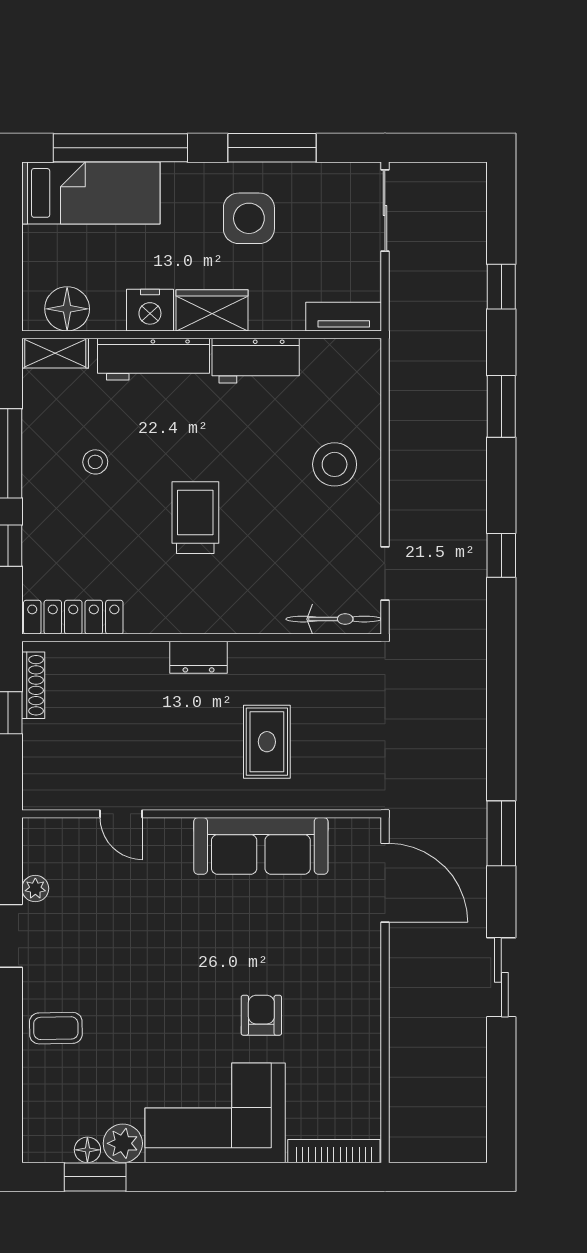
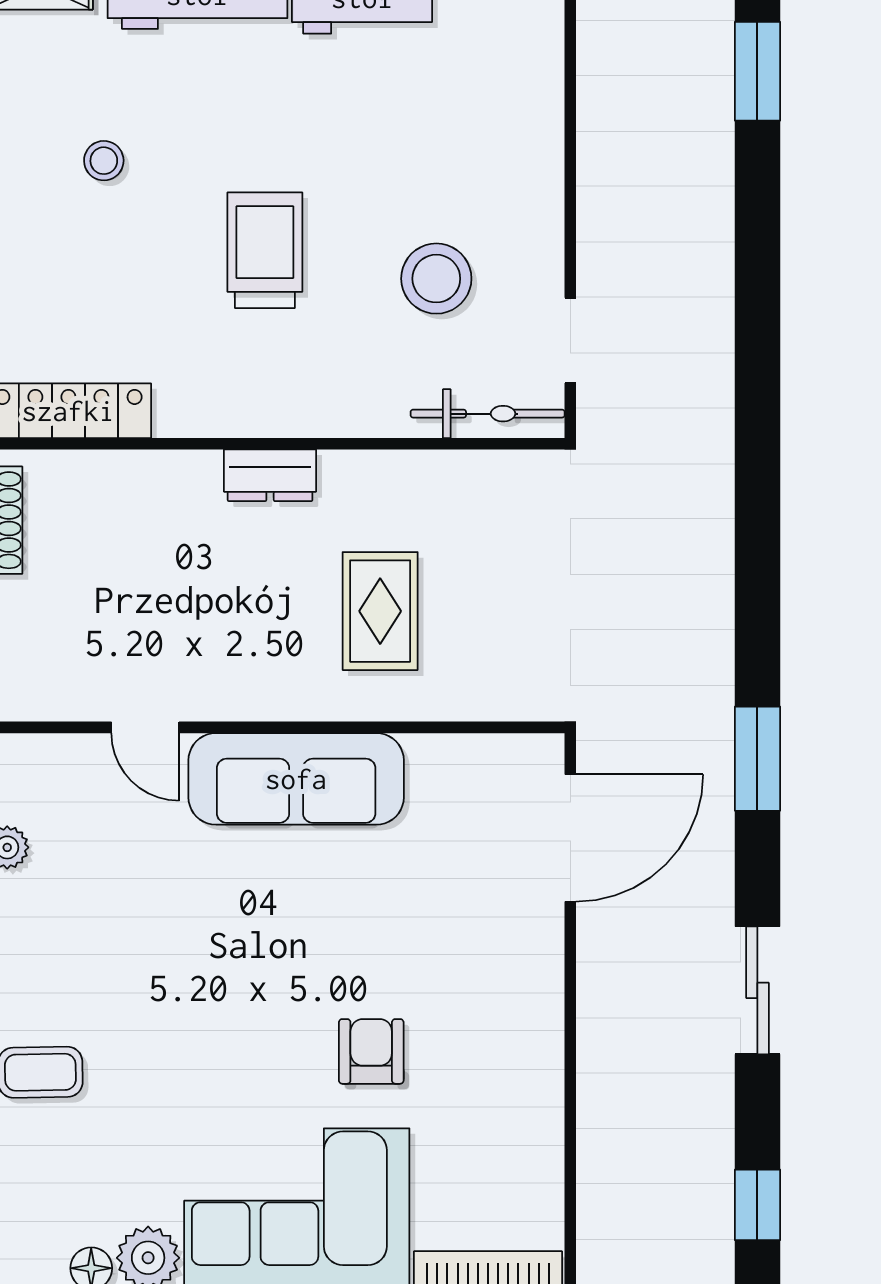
stool: (335, 464) -> (436, 279), moved
window: (501, 555) -> (757, 1205), moved
sofa: (261, 846) -> (296, 779), moved
door: (385, 883) -> (570, 838), hinge flipped

